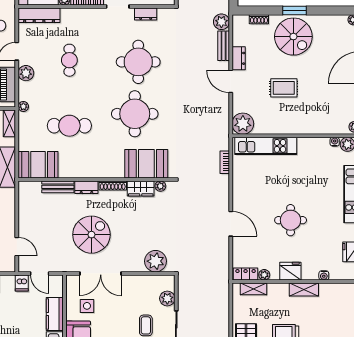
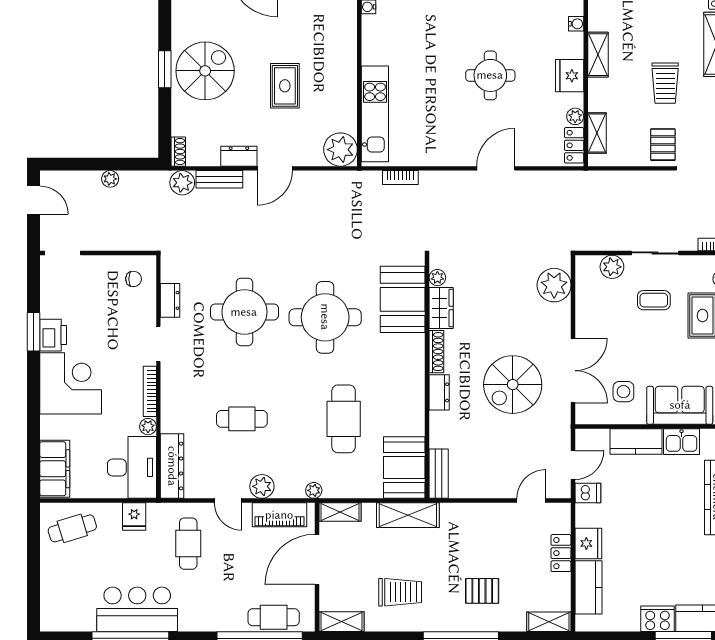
shoe rack: (259, 19) -> (178, 152), moved
bench: (58, 187) -> (439, 474), moved
spiral stairs: (91, 235) -> (513, 385), turned -90

